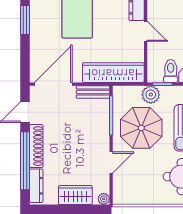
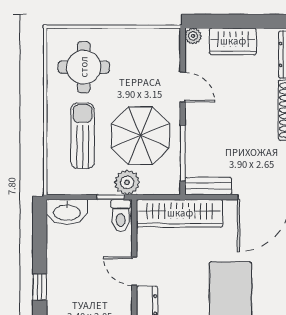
toilet: (171, 71) -> (121, 215), moved
door: (111, 162) -> (183, 87), swing flipped

